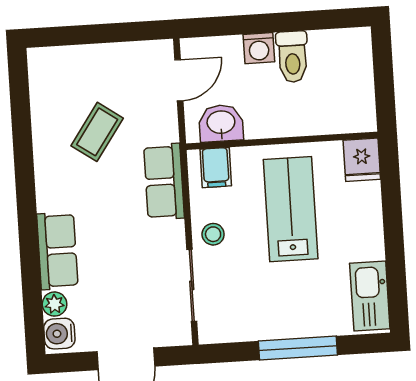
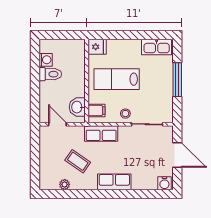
washing machine: (259, 48) -> (46, 60), moved
row of seats: (57, 251) -> (114, 182), moved
plant: (55, 304) -> (65, 184), moved

